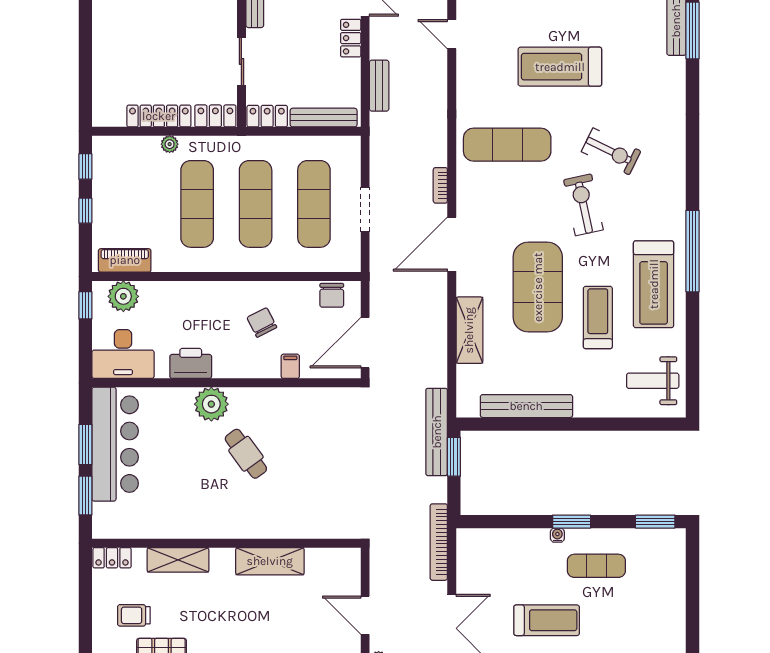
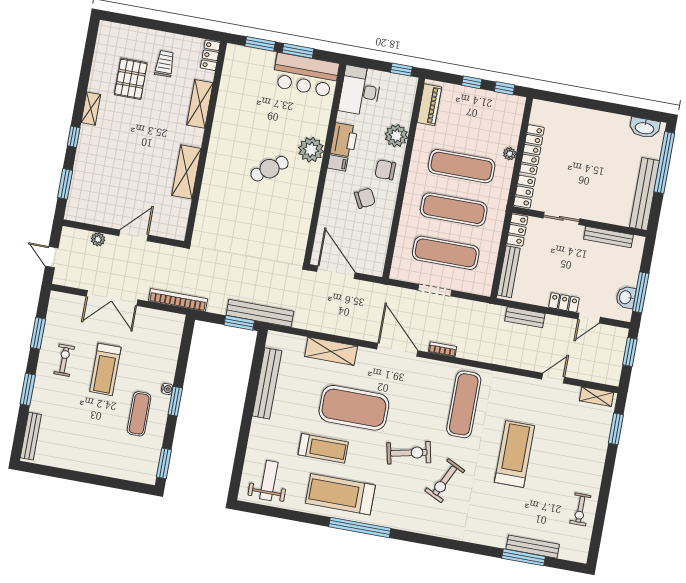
chair: (332, 295) -> (385, 170), moved
plant: (123, 296) -> (396, 136), moved
filing cabinet: (290, 366) -> (338, 163), moved
bar counter: (115, 444) -> (306, 75), width x0.73

